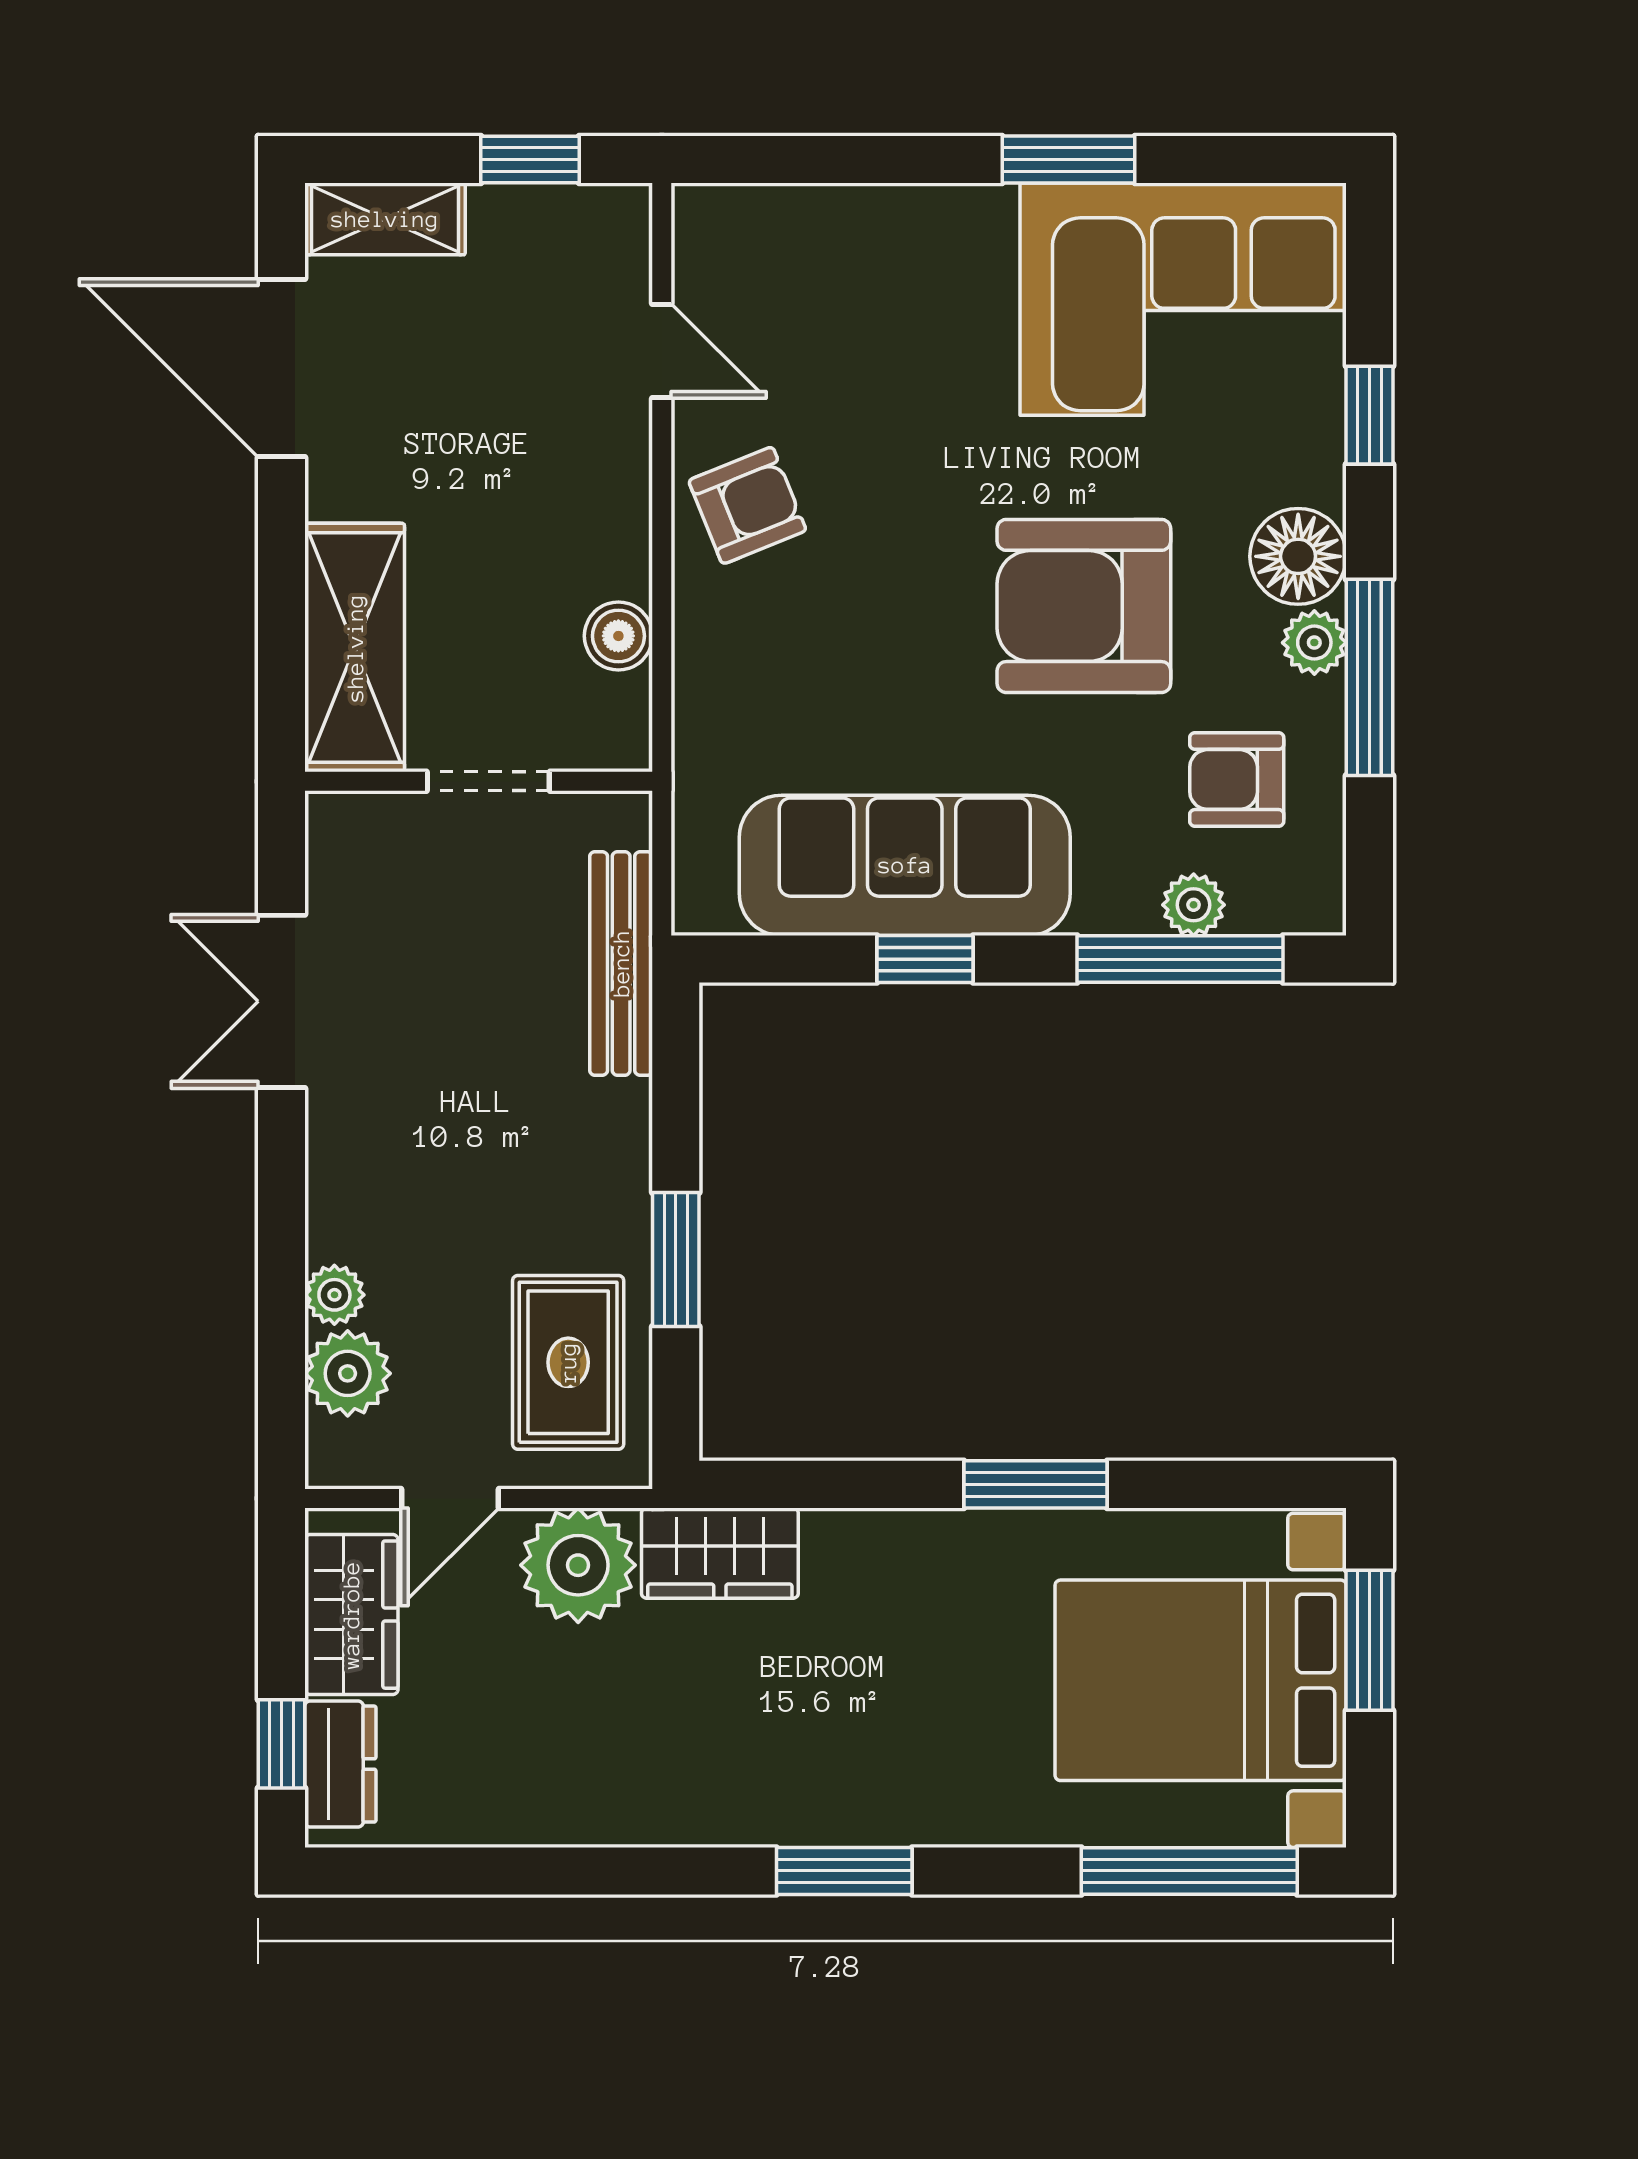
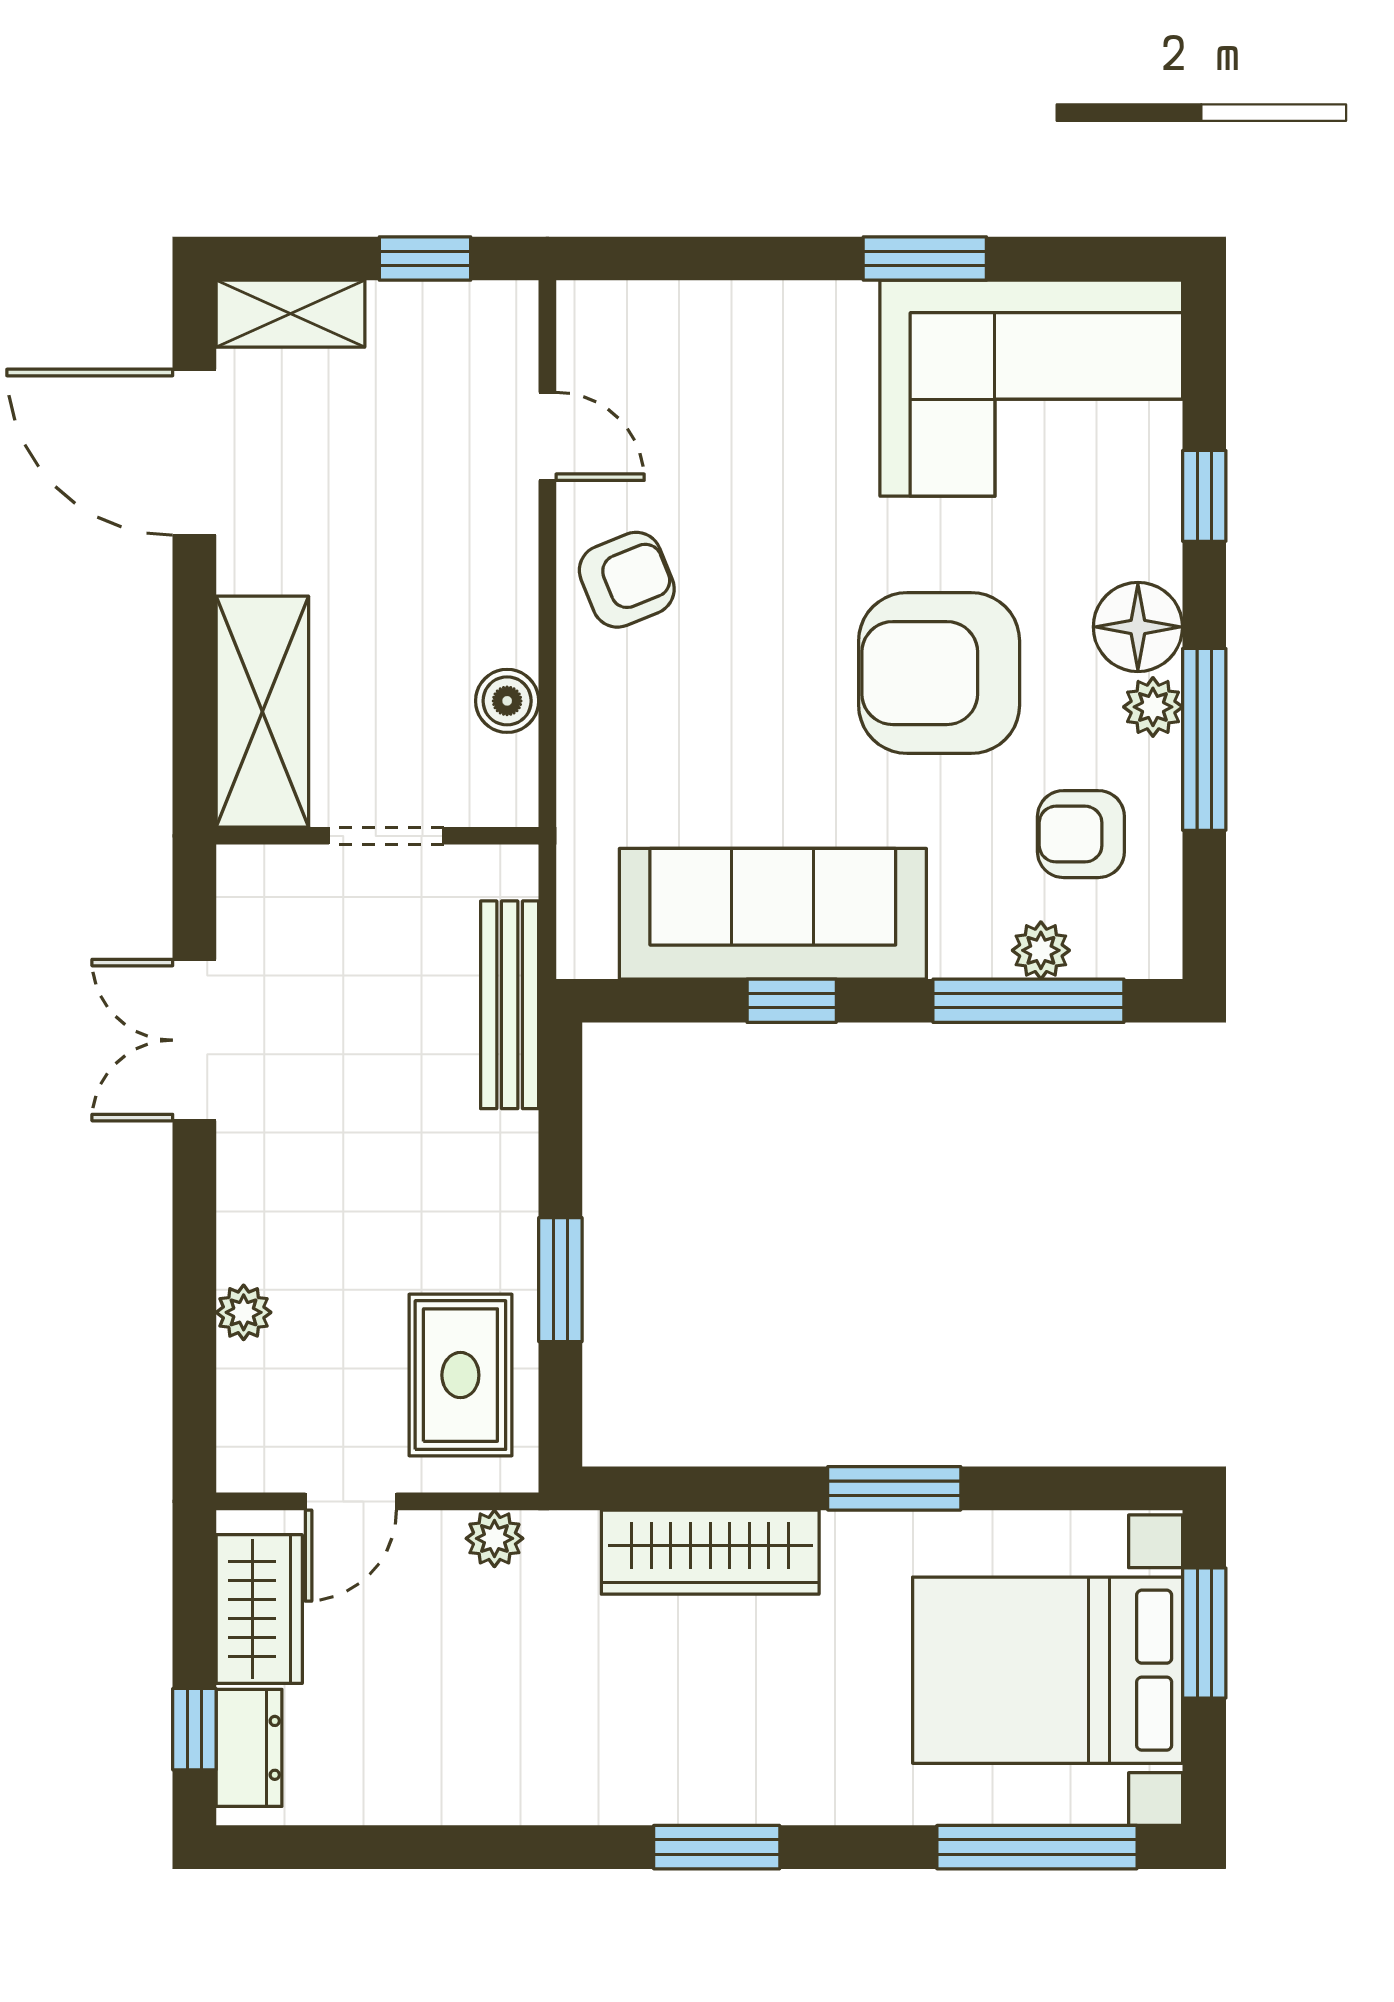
plant: (348, 1373) -> (256, 1385), removed
wardrobe: (720, 1553) -> (710, 1552), moved, width x1.50
plant: (578, 1565) -> (494, 1538), width x0.53, depth x0.53

